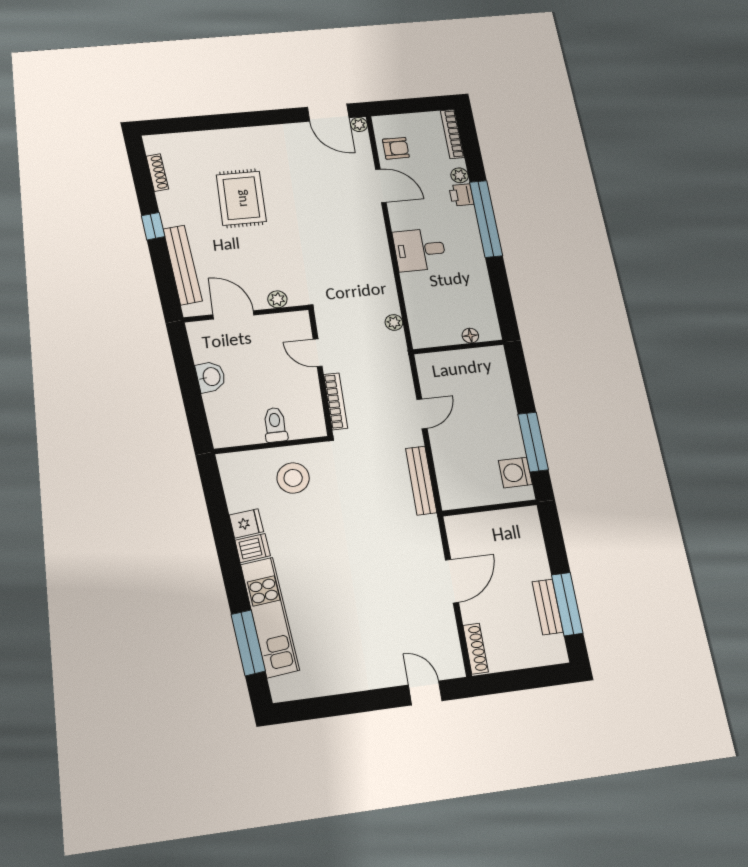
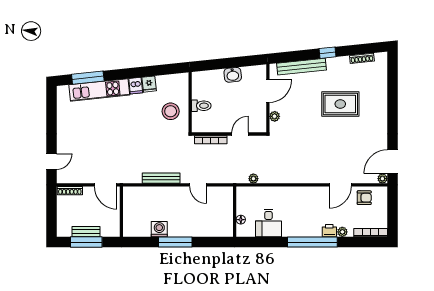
armchair: (396, 148) -> (364, 198), turned -90
desk: (420, 250) -> (268, 223), moved, turned 180
wall: (490, 508) -> (121, 212), moved

